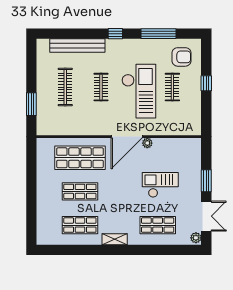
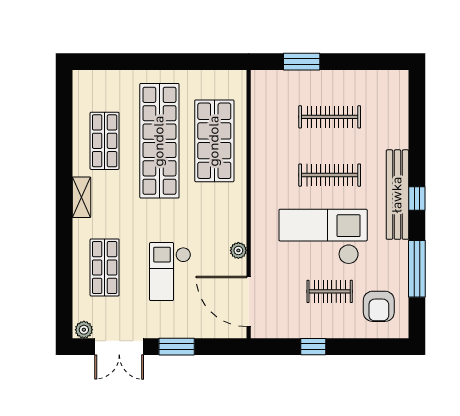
bench: (77, 45) -> (397, 195), moved
window: (206, 83) -> (313, 347), moved
clothes rail: (101, 87) -> (330, 175), width x1.36
checkout: (139, 91) -> (323, 237), turned 180
door: (127, 137) -> (249, 301), moved
checkout: (160, 185) -> (170, 272), turned 180
shop shelf: (80, 191) -> (159, 141), width x2.00, depth x1.36

